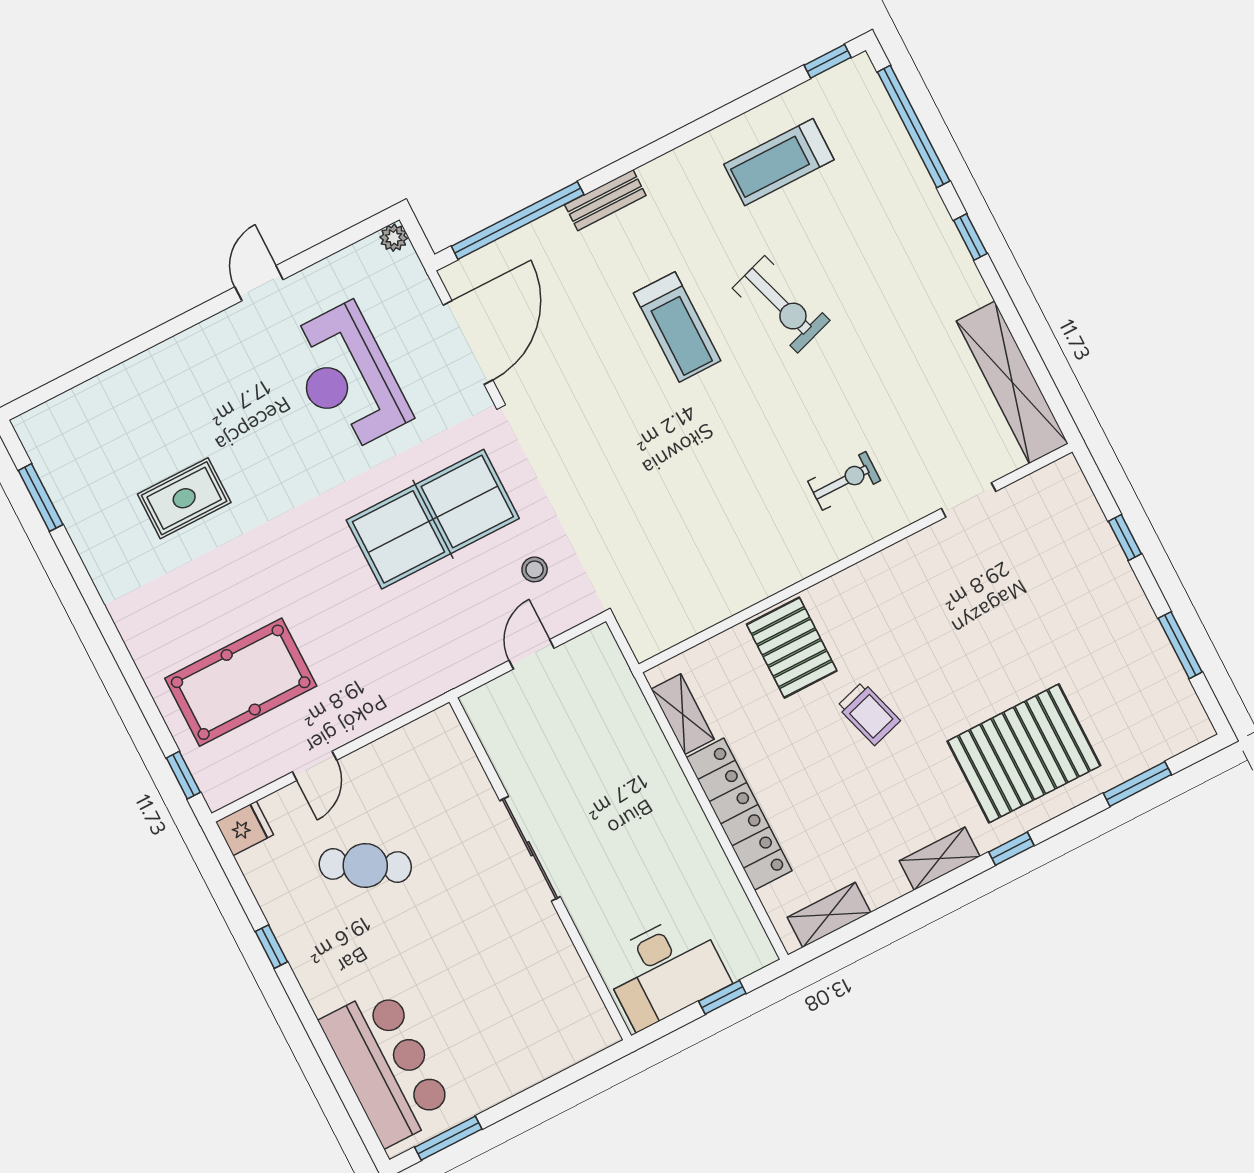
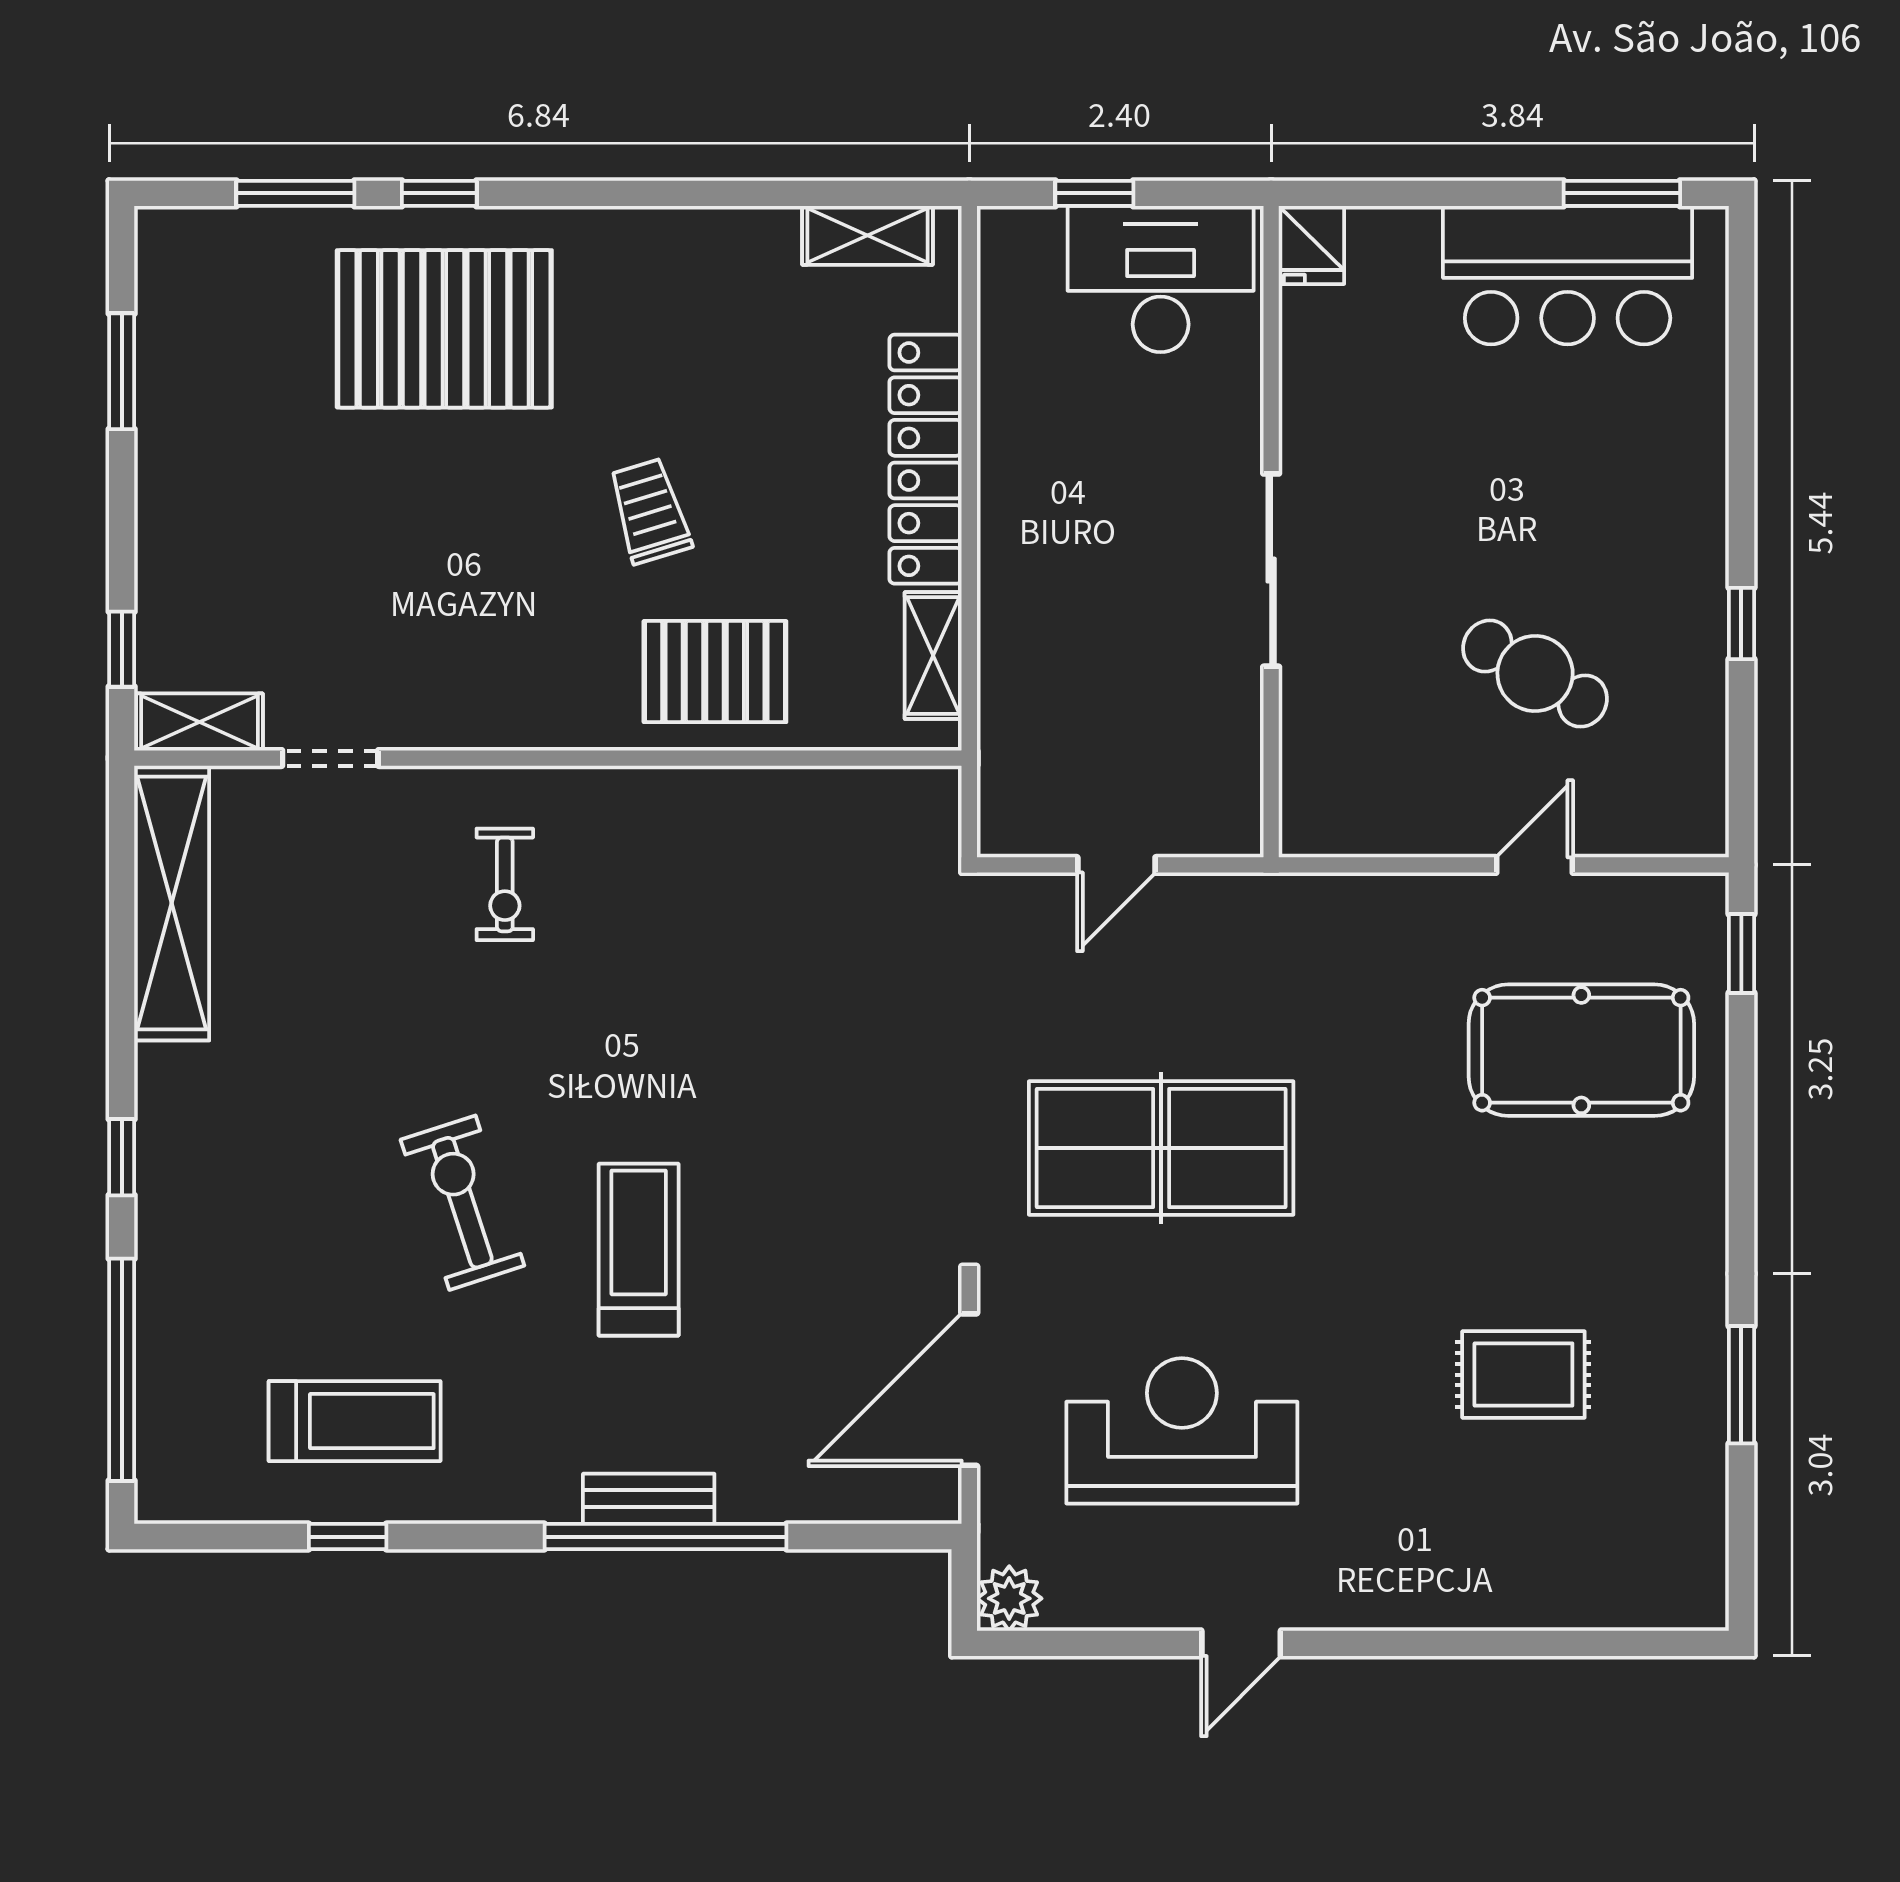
window: (828, 61) -> (348, 1537), moved
window: (518, 220) -> (665, 1537), moved
plant: (394, 238) -> (1009, 1598), width x1.38, depth x1.38
reception desk: (347, 378) -> (1182, 1431), turned -90
exercise bike: (844, 481) -> (505, 884), turned -90
window: (41, 498) -> (1741, 1385), moved
window: (1125, 538) -> (122, 649), moved
stool: (535, 569) -> (1046, 992), removed
pallet: (792, 648) -> (715, 672), turned 90
fridge: (245, 828) -> (1311, 245), moved, turned -90
window: (1011, 849) -> (439, 193), moved
shelving: (940, 859) -> (199, 722), moved
bar counter: (387, 1066) -> (1568, 275), moved, turned -90

